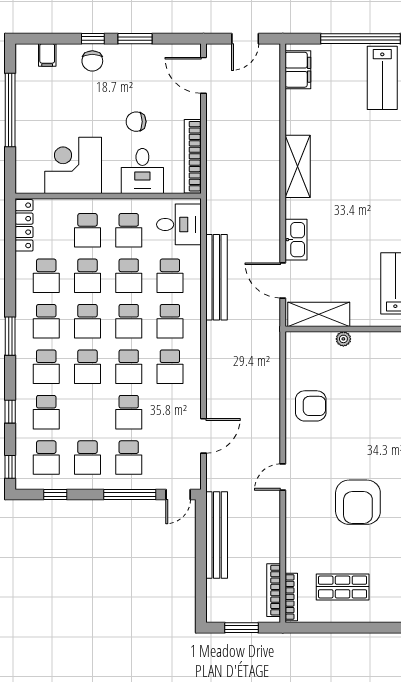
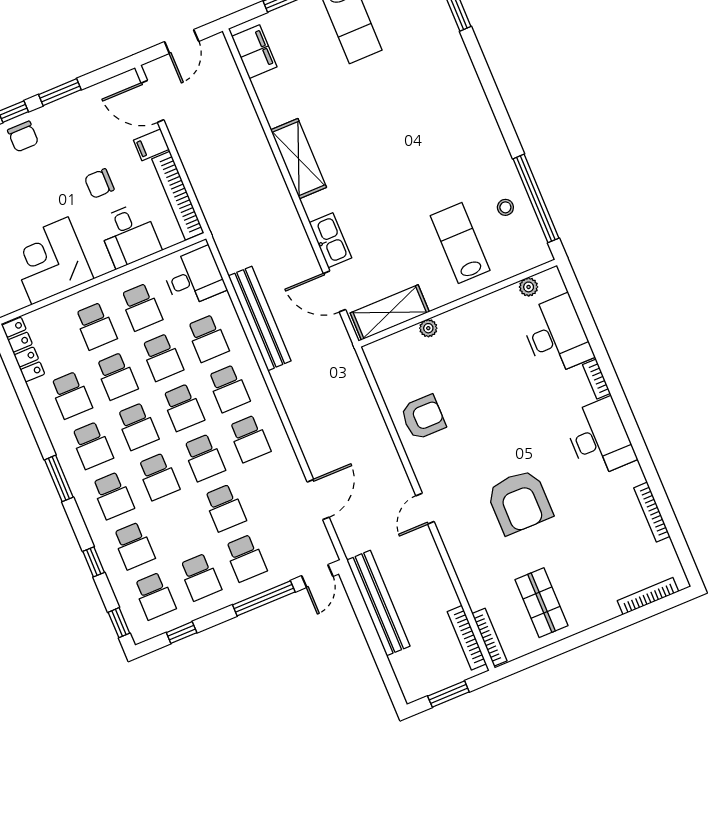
filing cabinet: (189, 108) -> (151, 145), added
shop shelf: (343, 587) -> (541, 603), turned 90

